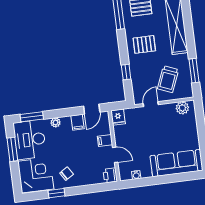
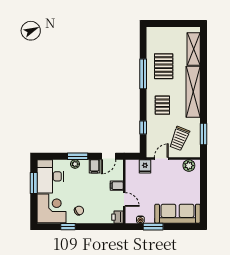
pallet: (144, 44) -> (162, 105), turned 90
window: (32, 117) -> (78, 156), moved
fridge: (118, 117) -> (145, 166), moved
window: (151, 181) -> (153, 227), added

